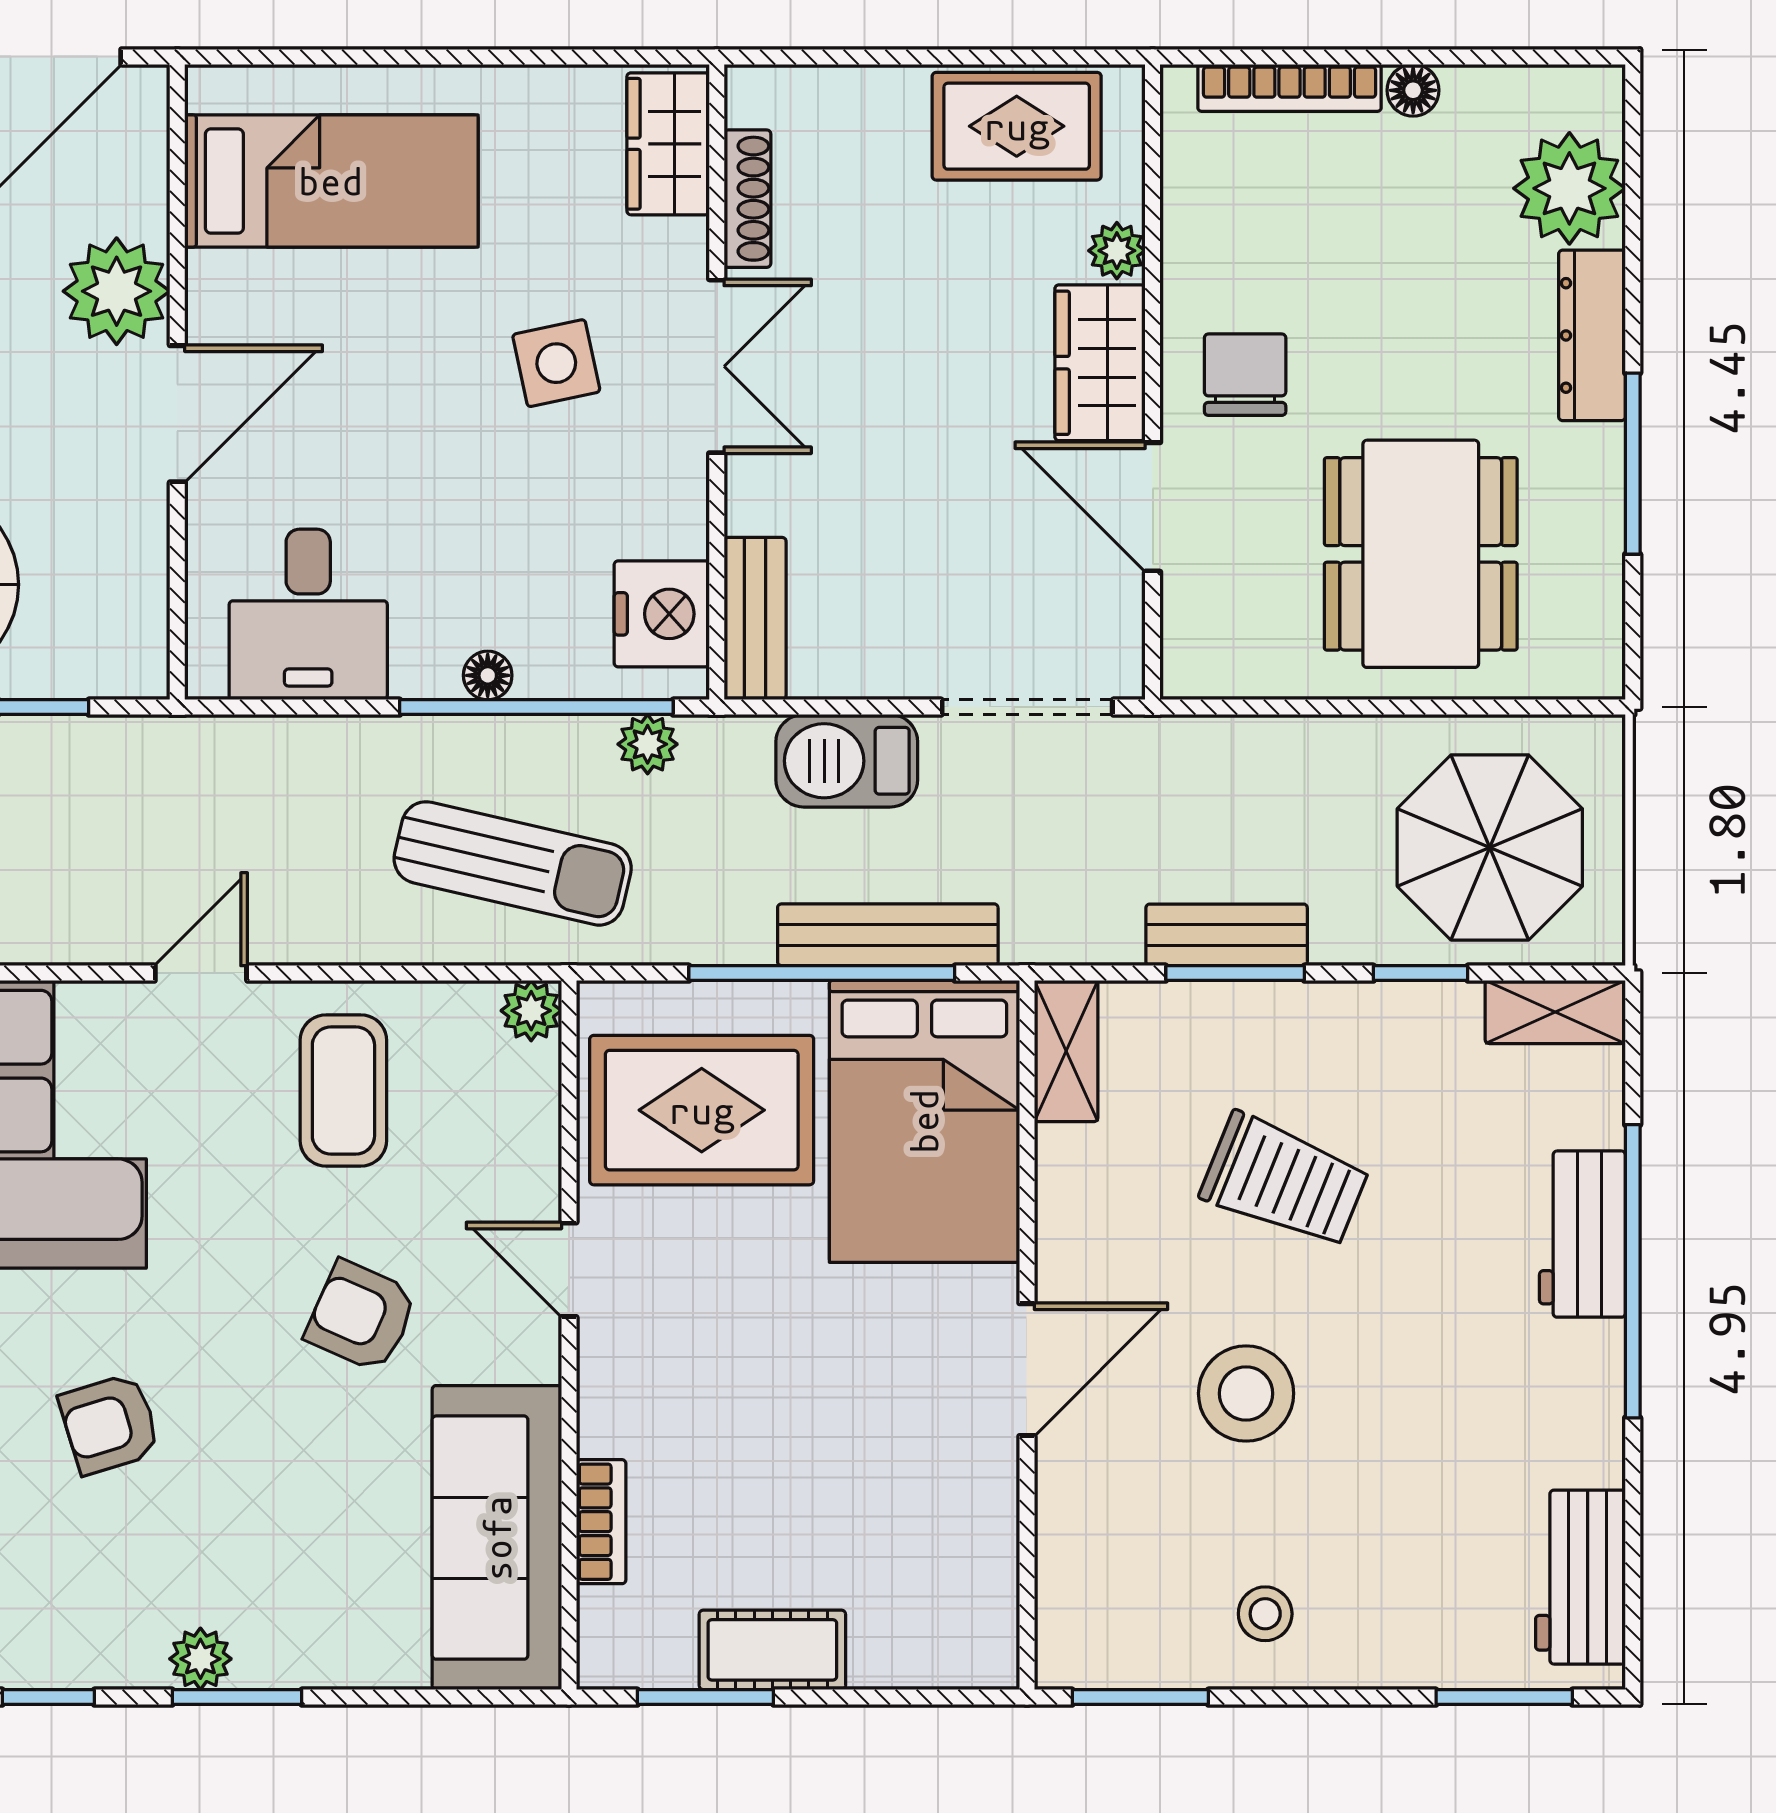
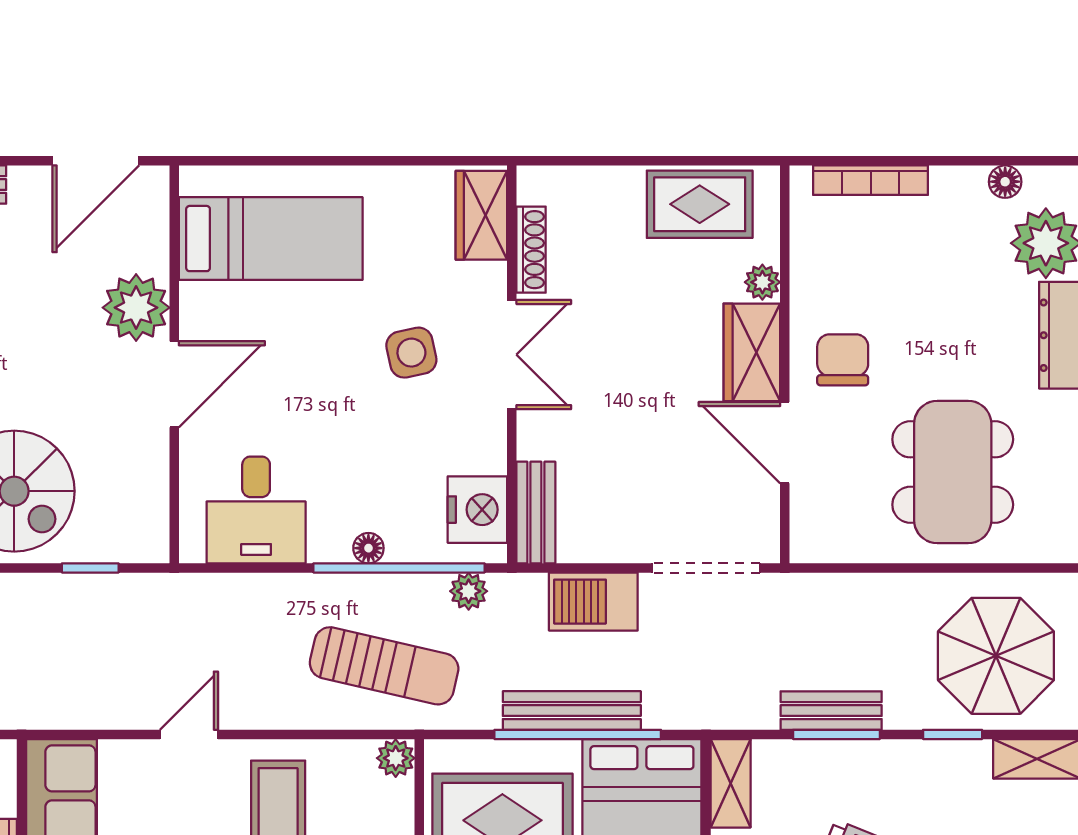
floor lamp: (1413, 90) -> (1005, 182), moved
bench: (888, 935) -> (572, 711), moved

